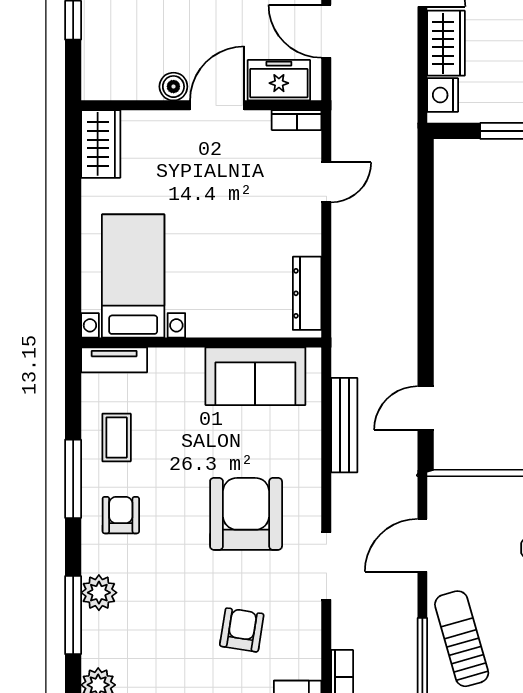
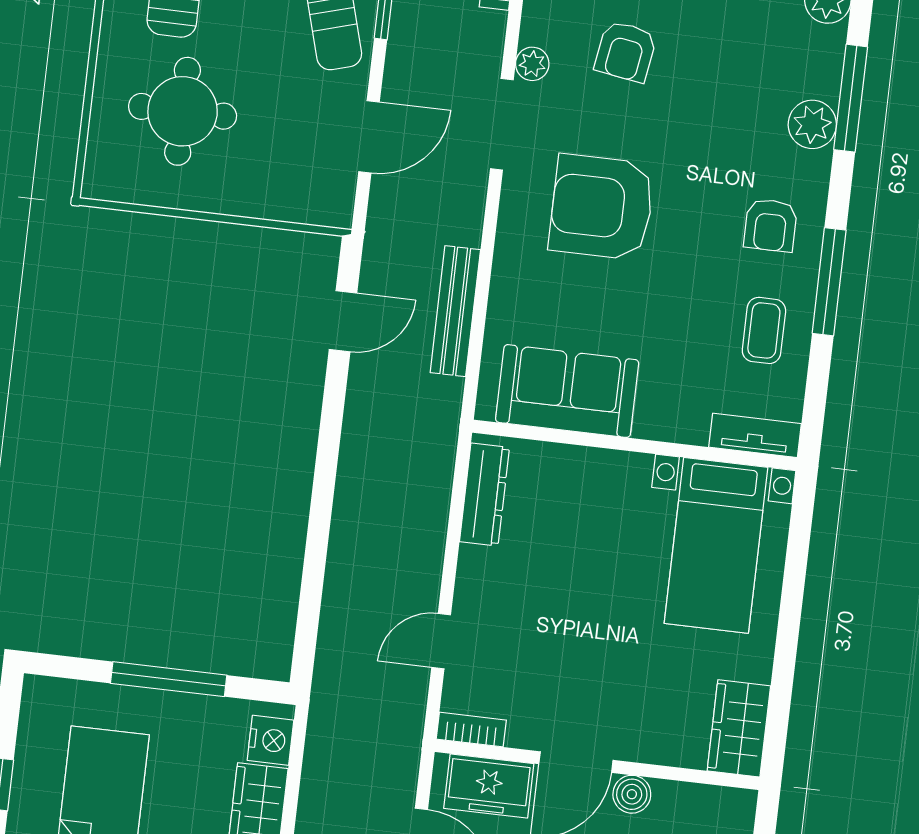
armchair: (246, 514) -> (602, 207), turned 90
plant: (309, 613) -> (532, 64), added

